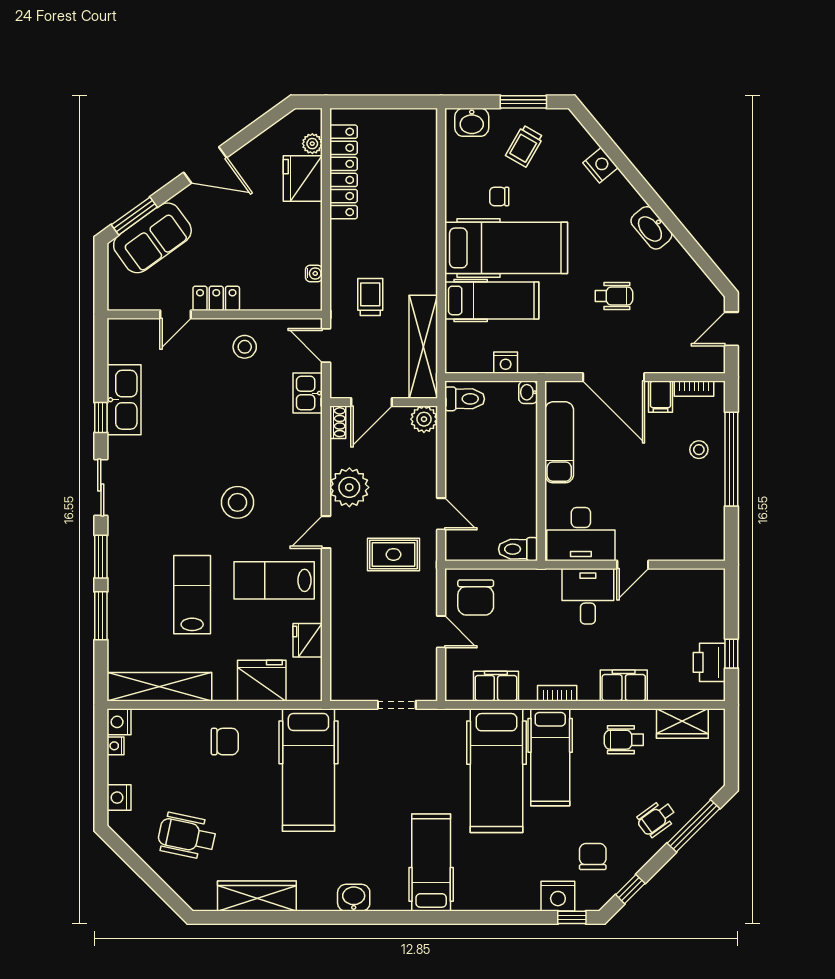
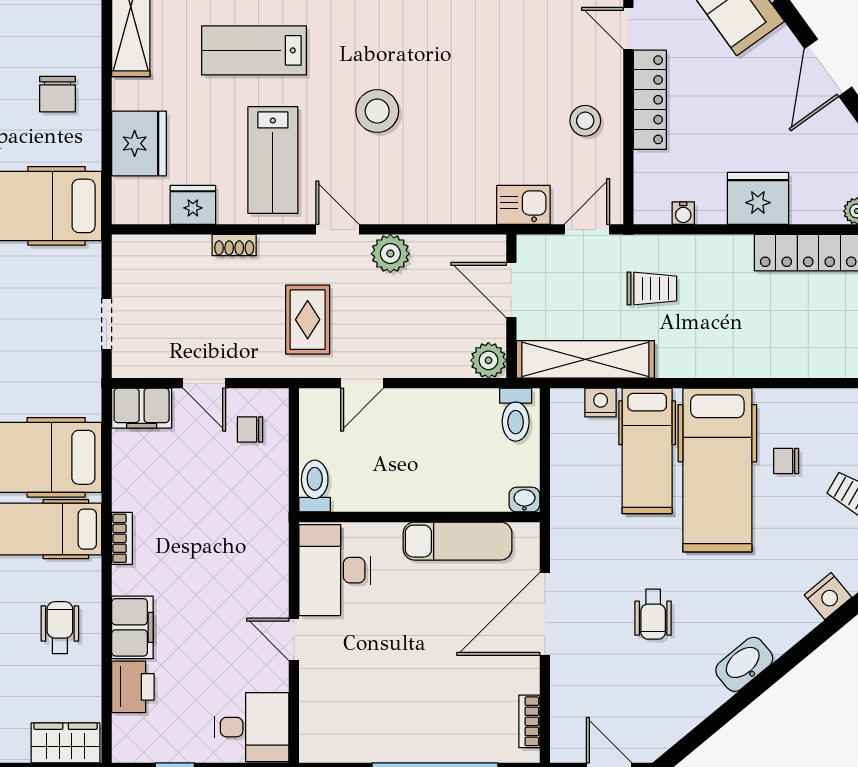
fridge: (303, 179) -> (758, 198), moved
chair: (499, 196) -> (786, 461), turned -90
locker: (216, 298) -> (650, 100), width x1.53
nightstand: (506, 363) -> (601, 403), moved, turned 90
filing cabinet: (661, 397) -> (519, 677), removed
shoe rack: (338, 422) -> (234, 245), moved
stool: (699, 450) -> (448, 728), removed
plant: (349, 487) -> (390, 254), width x0.73, depth x0.73
lab bench: (274, 580) -> (273, 160), turned 180
lab bench: (192, 595) -> (254, 50), turned 180
desk: (588, 596) -> (252, 727), moved
chair: (476, 597) -> (250, 429), width x0.54, depth x0.54
door: (441, 632) -> (204, 383), hinge flipped
printer: (709, 662) -> (133, 687), moved, turned 90
filing cabinet: (496, 686) -> (142, 408), moved, turned 90
wardrobe: (682, 723) -> (66, 743), moved, turned 90

